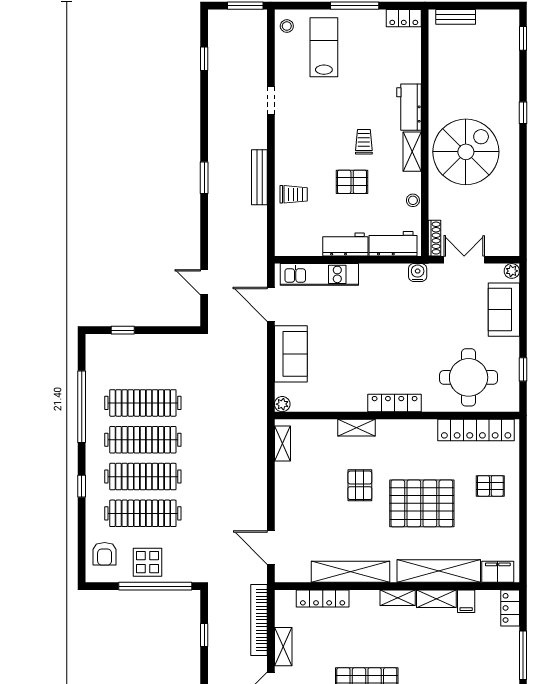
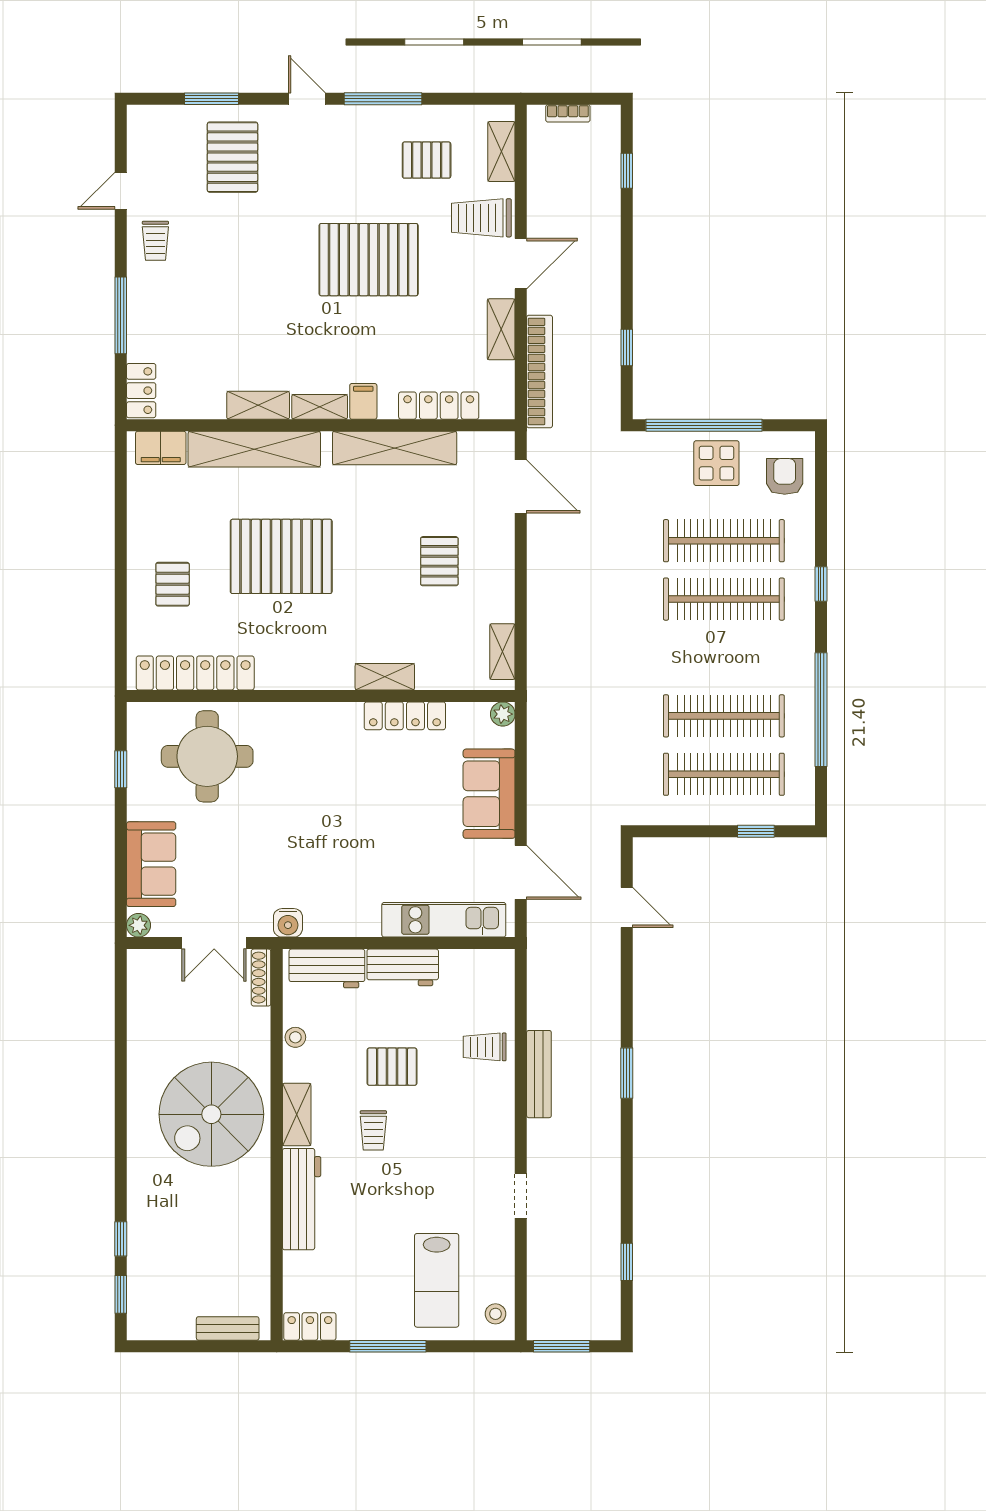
workbench: (409, 107) -> (302, 1199), width x1.38
window: (523, 113) -> (121, 1239), moved
locker: (395, 403) -> (405, 716), moved
clothes rail: (143, 440) -> (724, 774), moved
pallet: (360, 485) -> (439, 561), moved
pallet: (490, 486) -> (173, 584), turned 90
filing cabinet: (466, 601) -> (363, 401), moved

